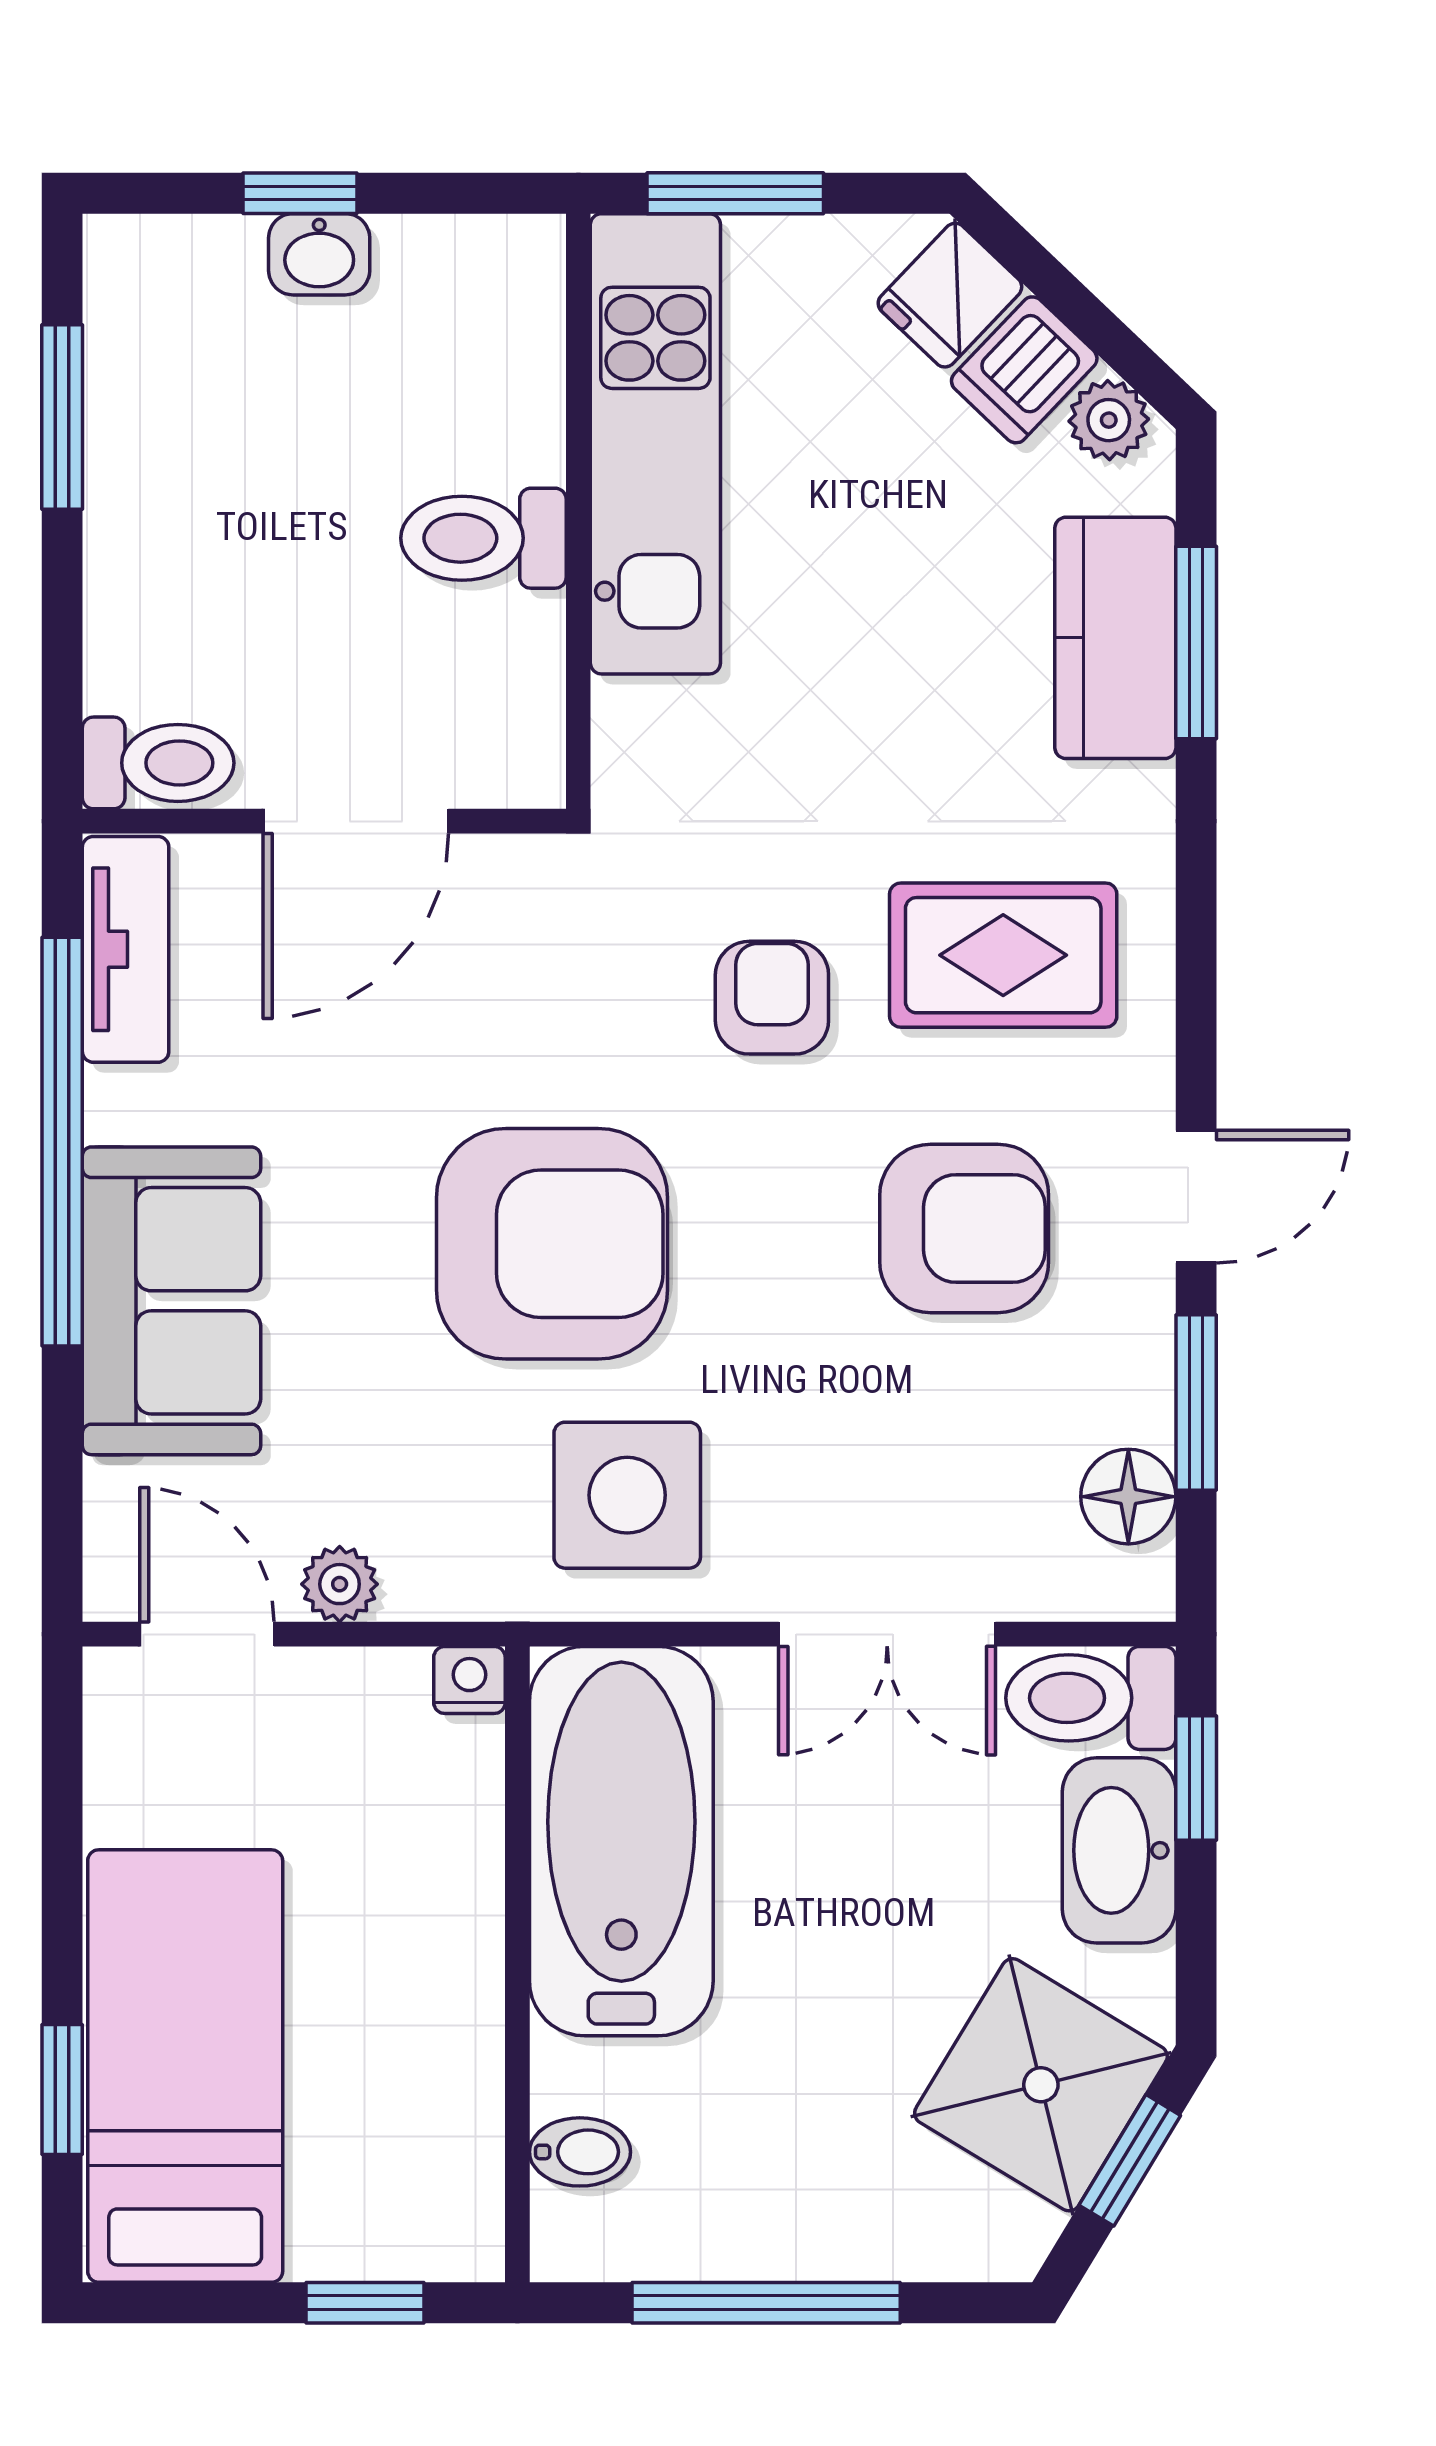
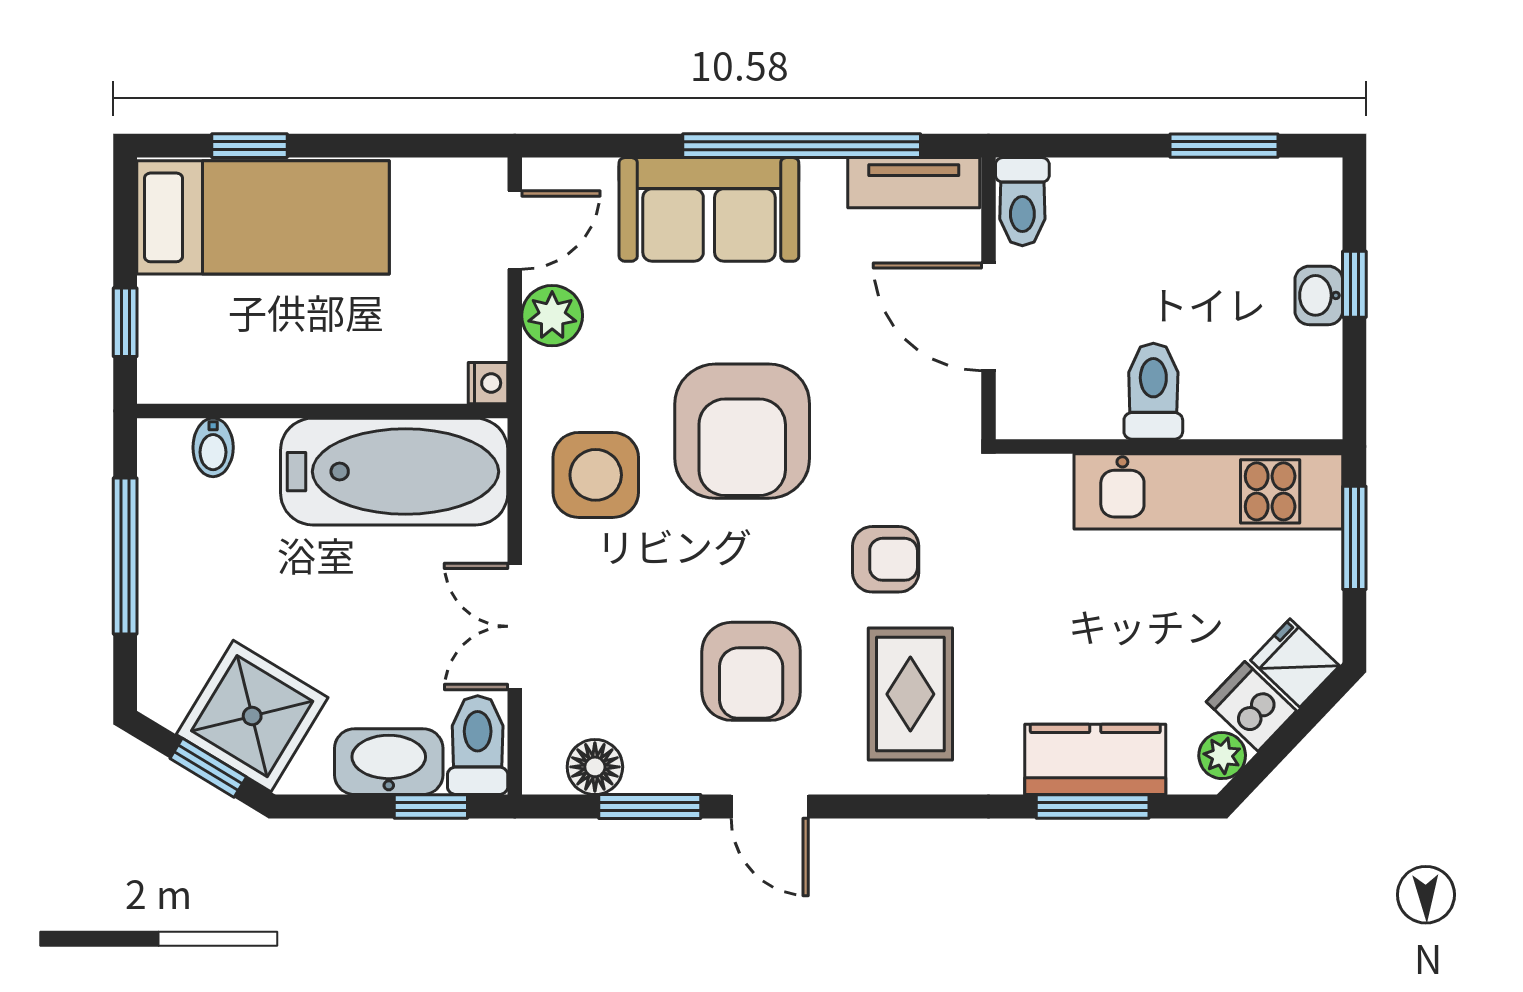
plant: (340, 1584) -> (552, 316), width x1.38, depth x1.38

